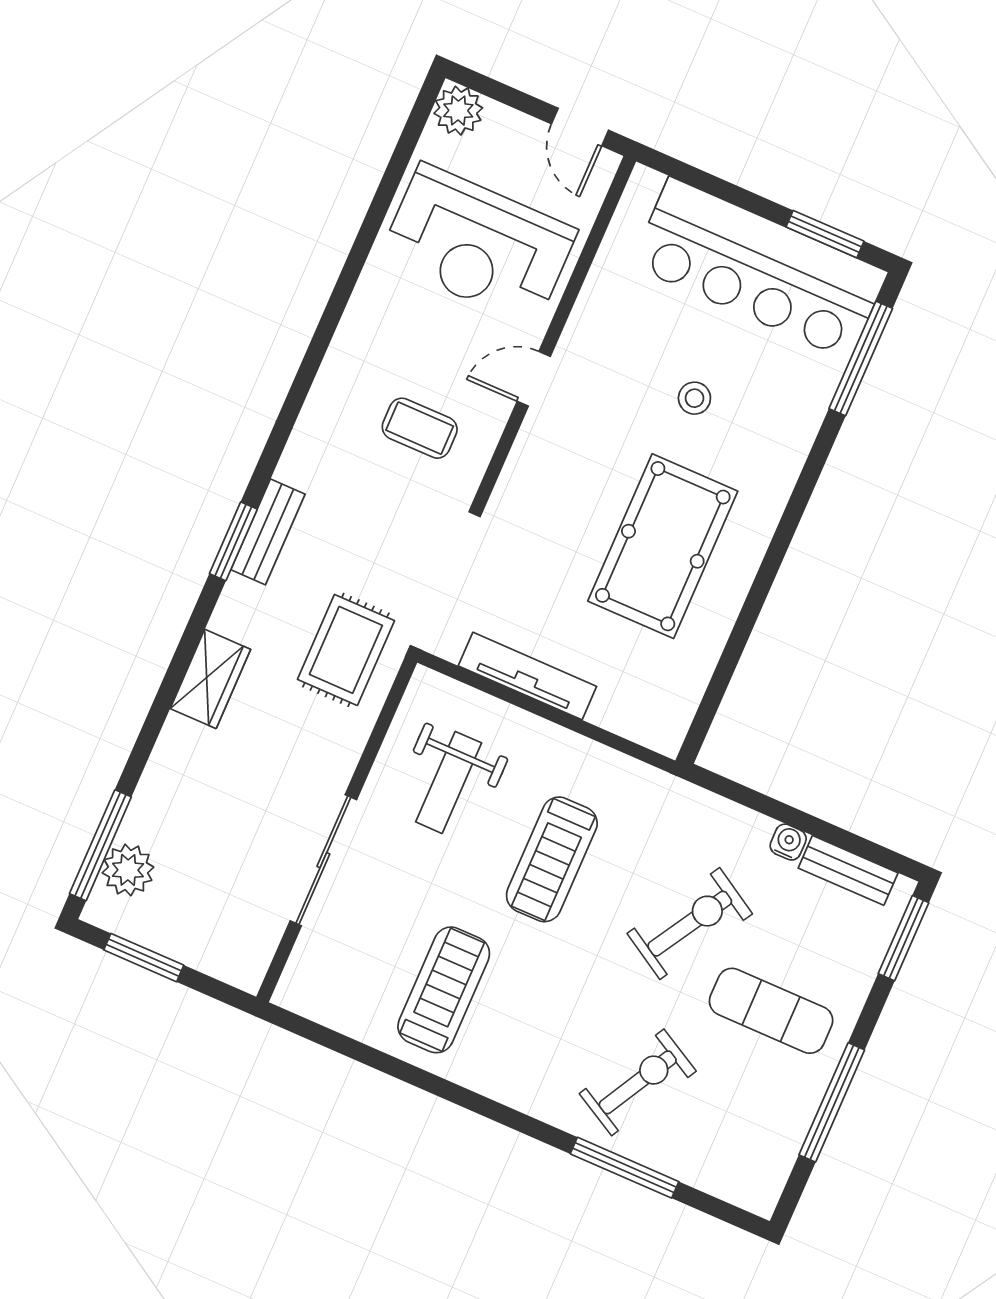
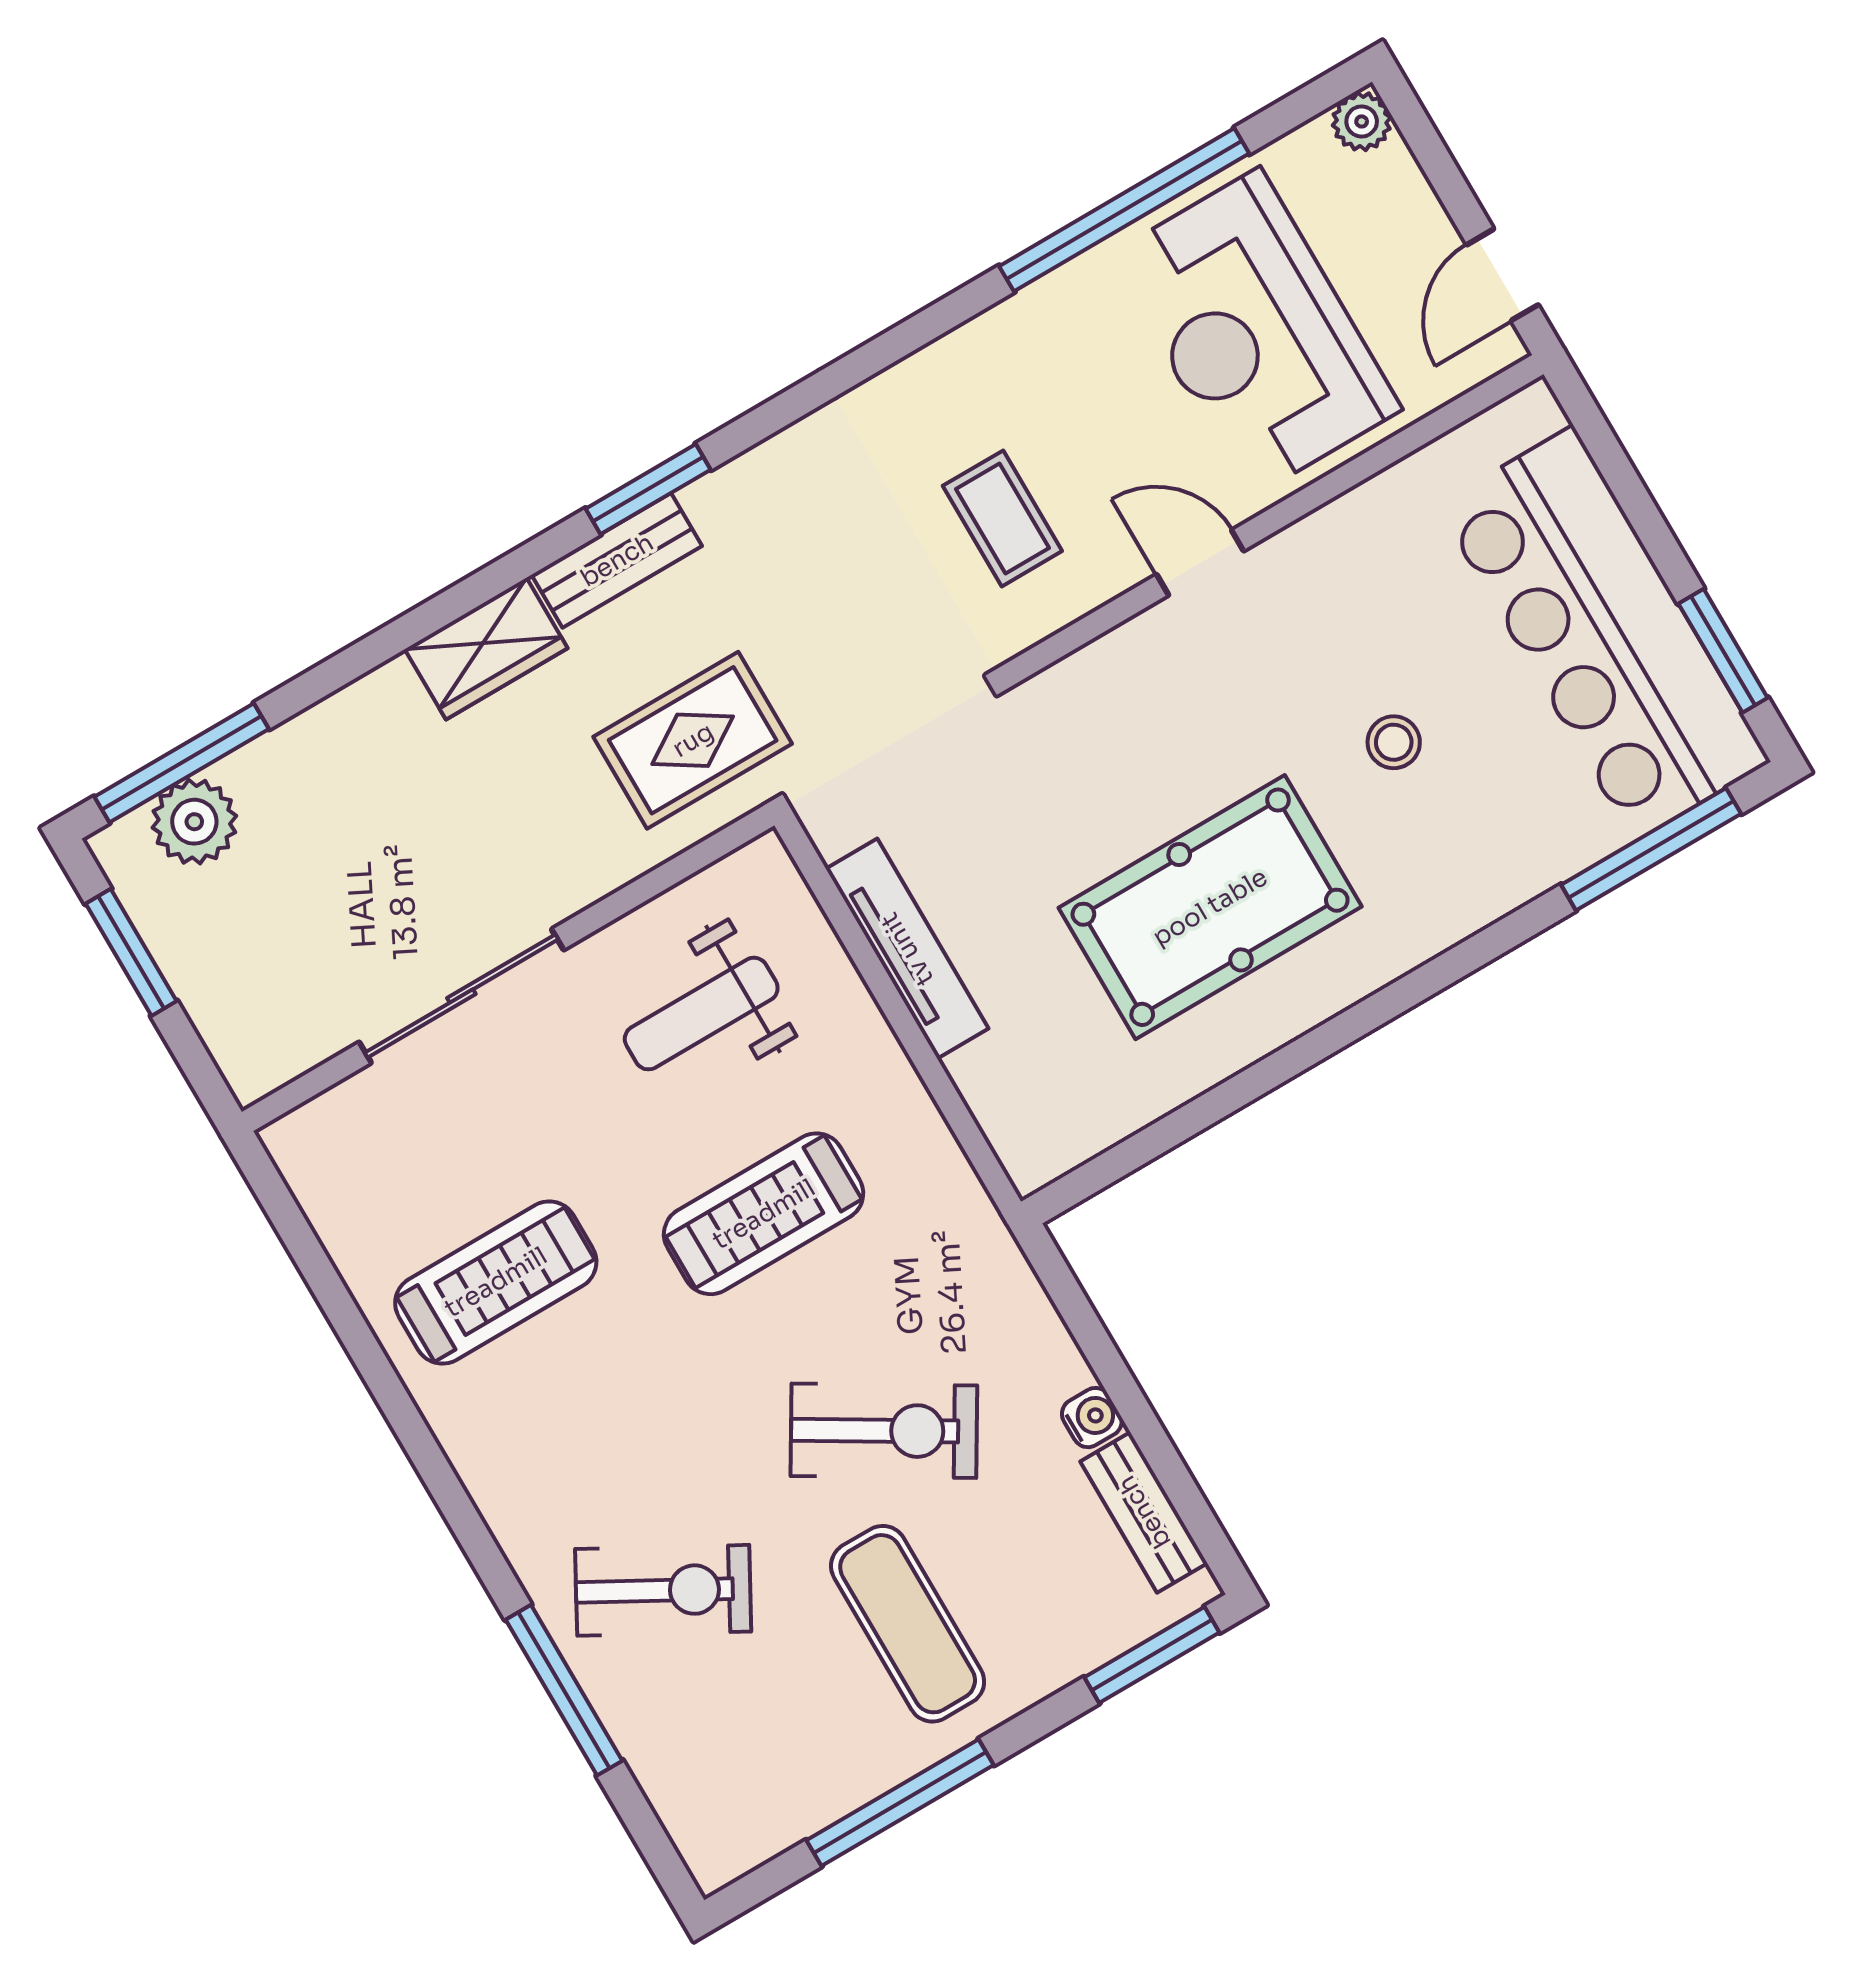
plant: (458, 111) -> (1362, 121), width x0.73, depth x0.73
window: (369, 231) -> (1124, 210), added
bench: (268, 532) -> (617, 560), moved

